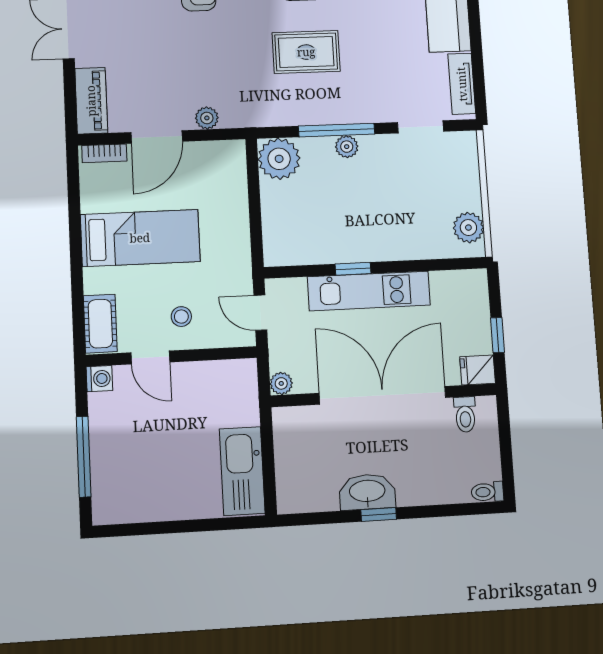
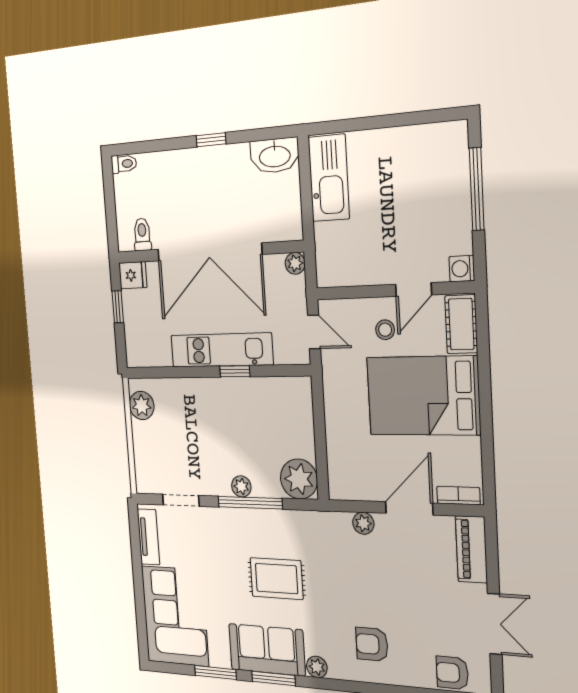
bed: (140, 238) -> (423, 396), width x1.50
door: (150, 357) -> (414, 290), swing flipped
washbasin: (367, 492) -> (275, 156), moved

